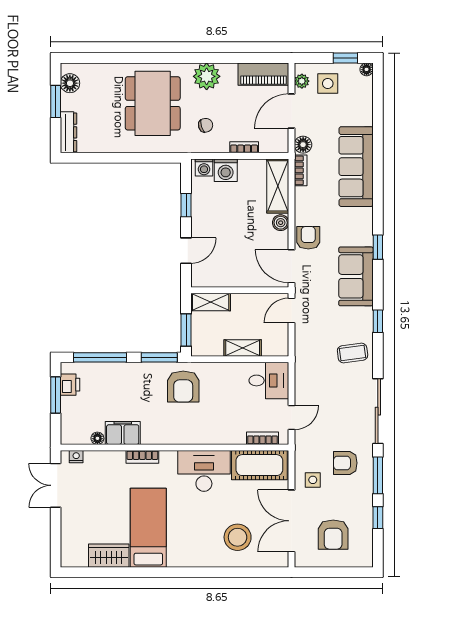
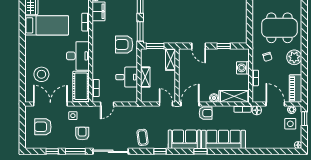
window: (345, 58) -> (304, 119), moved
washing machine: (204, 167) -> (244, 56), removed
sofa: (356, 167) -> (223, 139), moved
desk: (269, 380) -> (127, 77), moved, turned -90
door: (292, 418) -> (107, 104), hinge flipped

